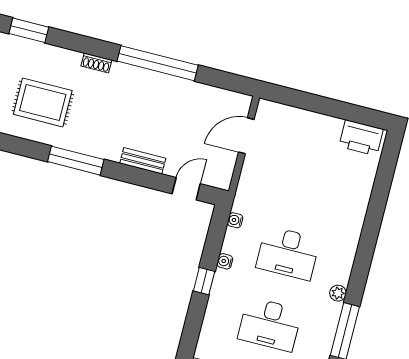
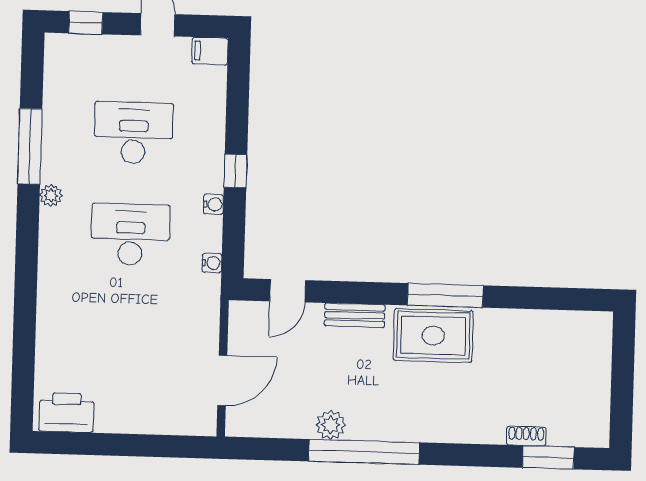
shoe rack: (96, 63) -> (526, 436), moved
plant: (177, 87) -> (331, 425), added
rug: (43, 102) -> (433, 335), moved

